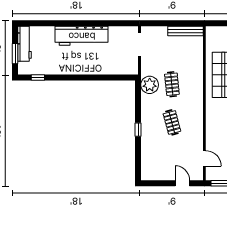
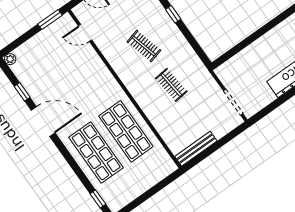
plant: (150, 85) -> (194, 68), removed

